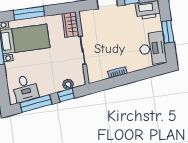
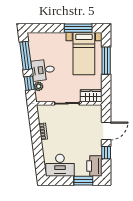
window: (168, 32) -> (83, 181), moved
desk: (25, 88) -> (43, 70), moved

